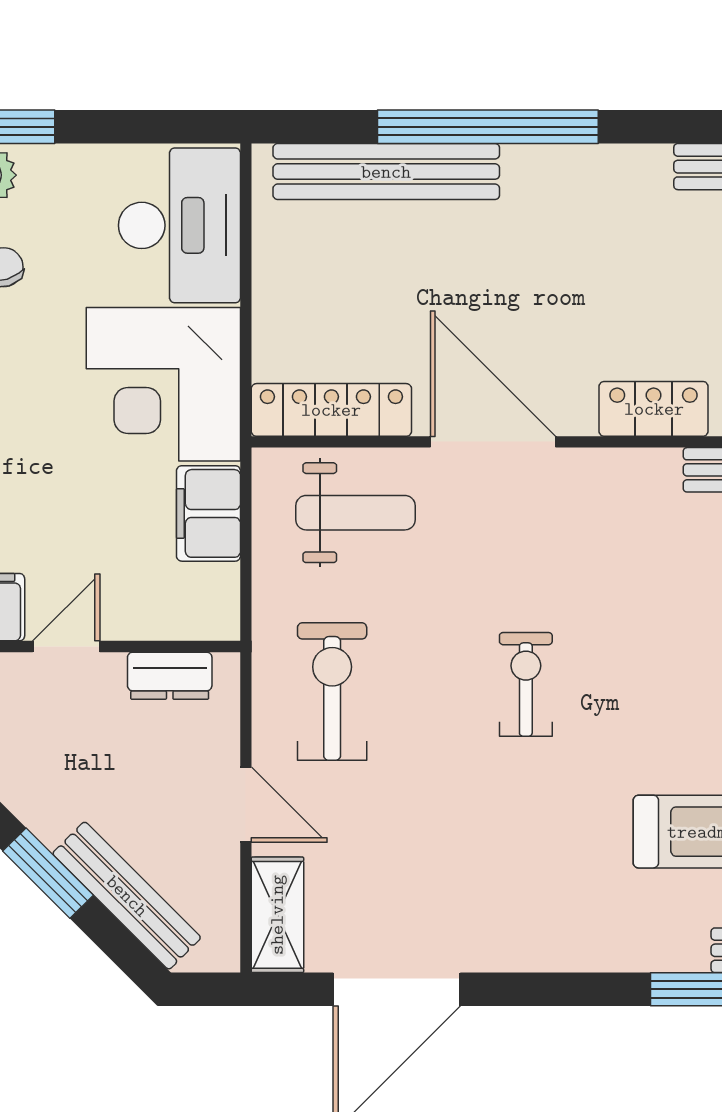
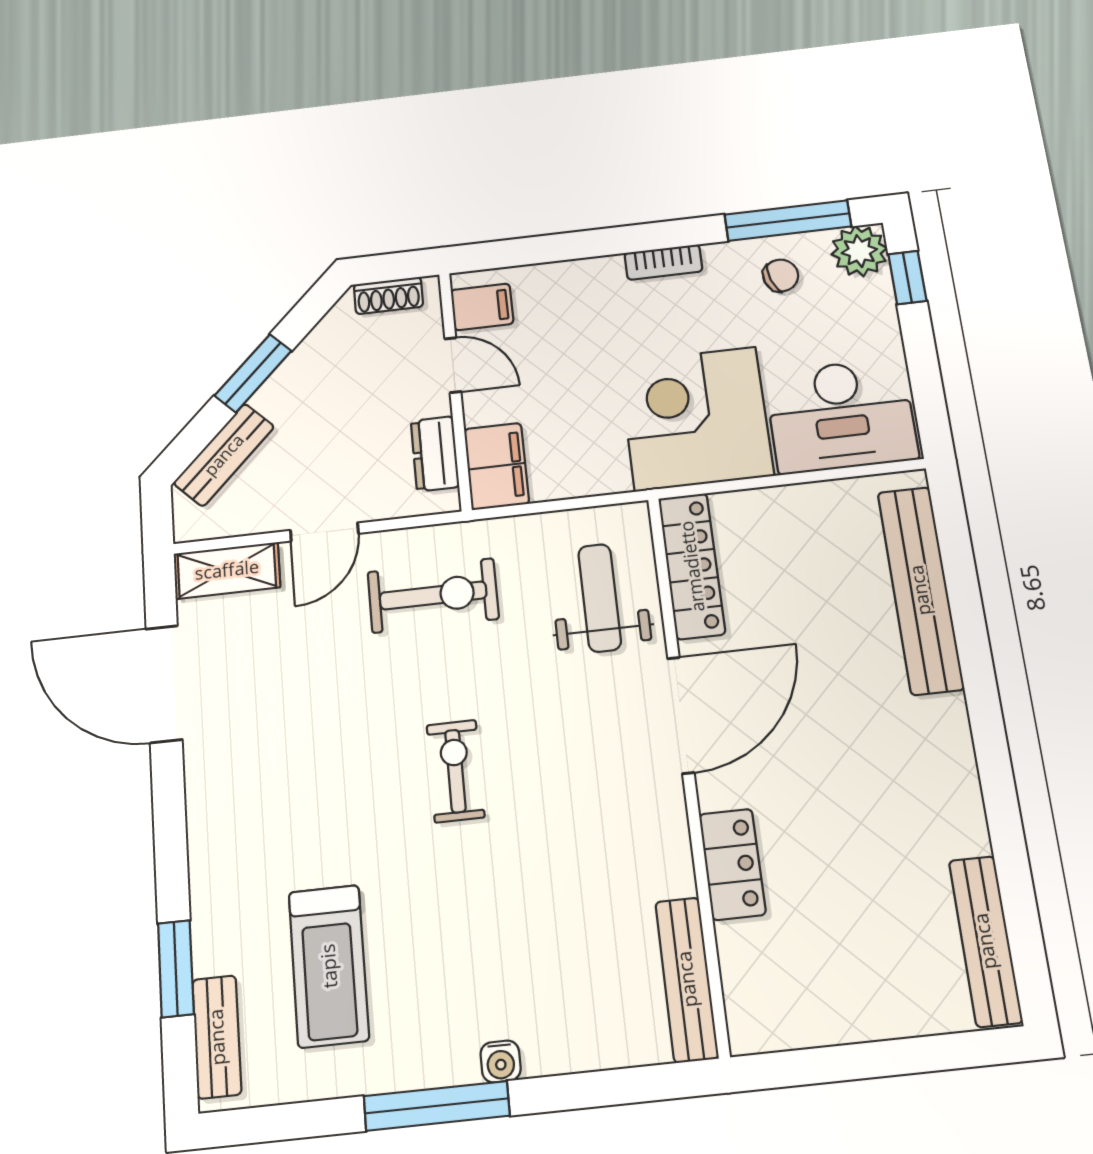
window: (488, 127) -> (979, 677), removed
filing cabinet: (208, 513) -> (496, 466), moved, turned 90
weight bench: (355, 513) -> (600, 598), turned 180
exercise bike: (526, 684) -> (455, 771), turned -90
bench: (127, 896) -> (224, 455), width x0.73

